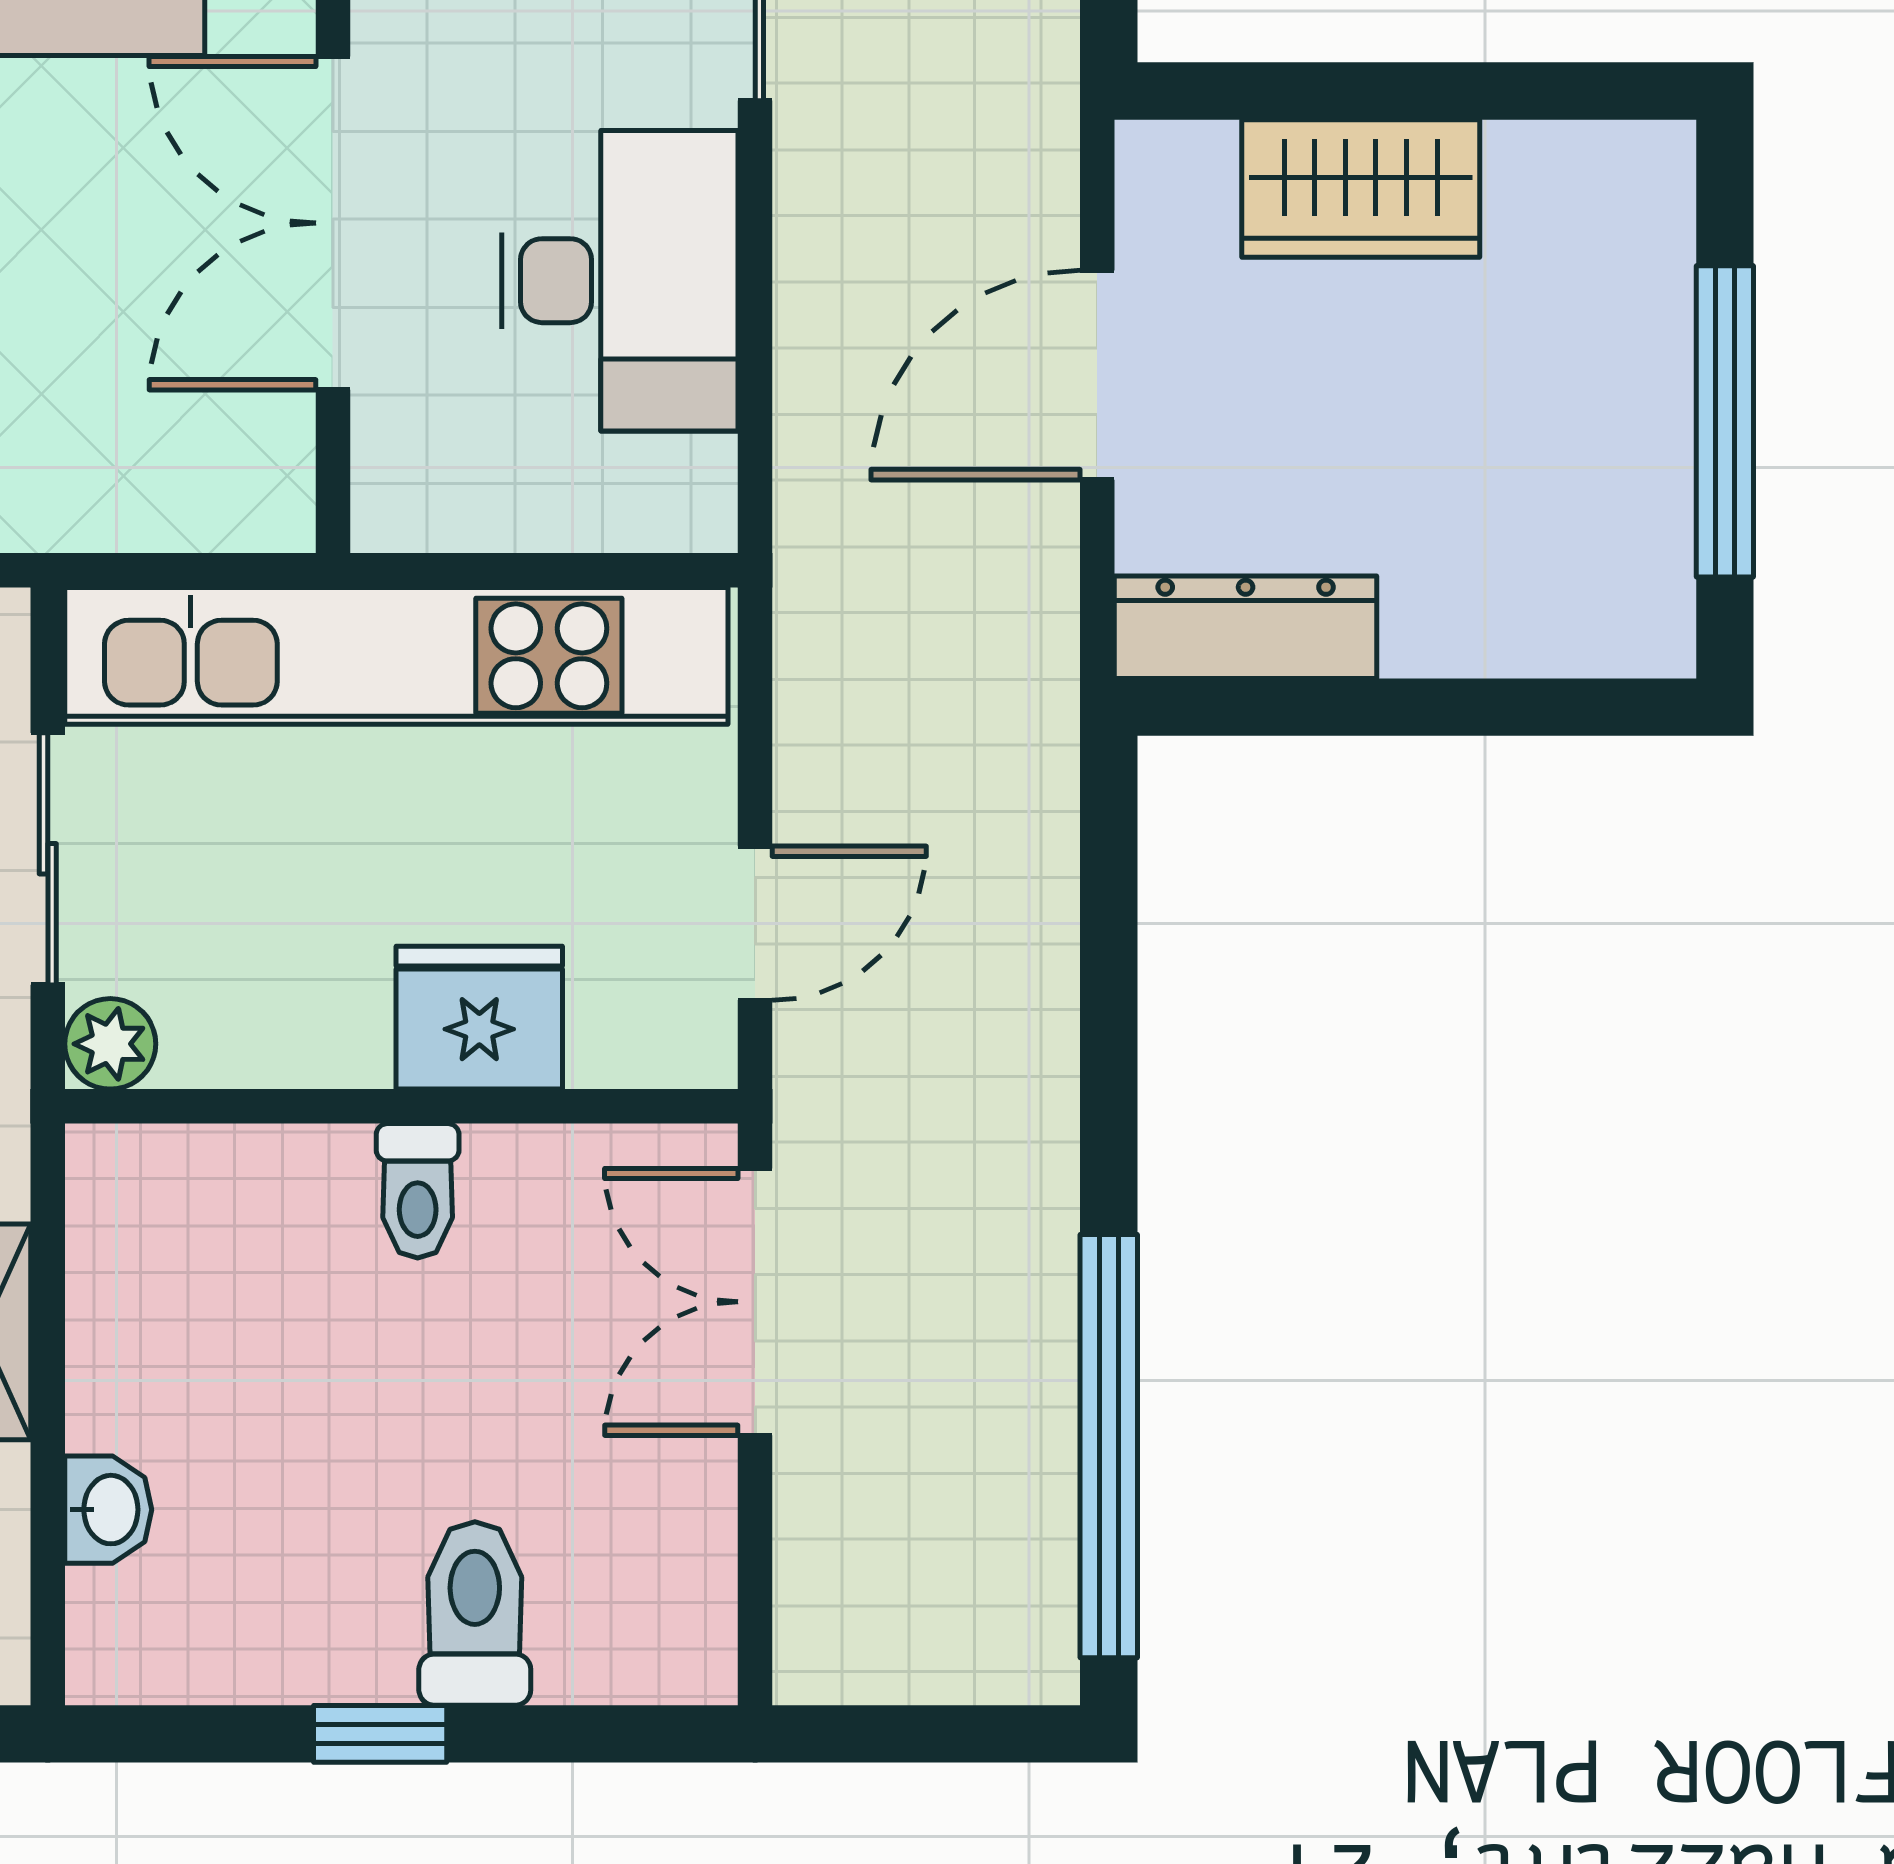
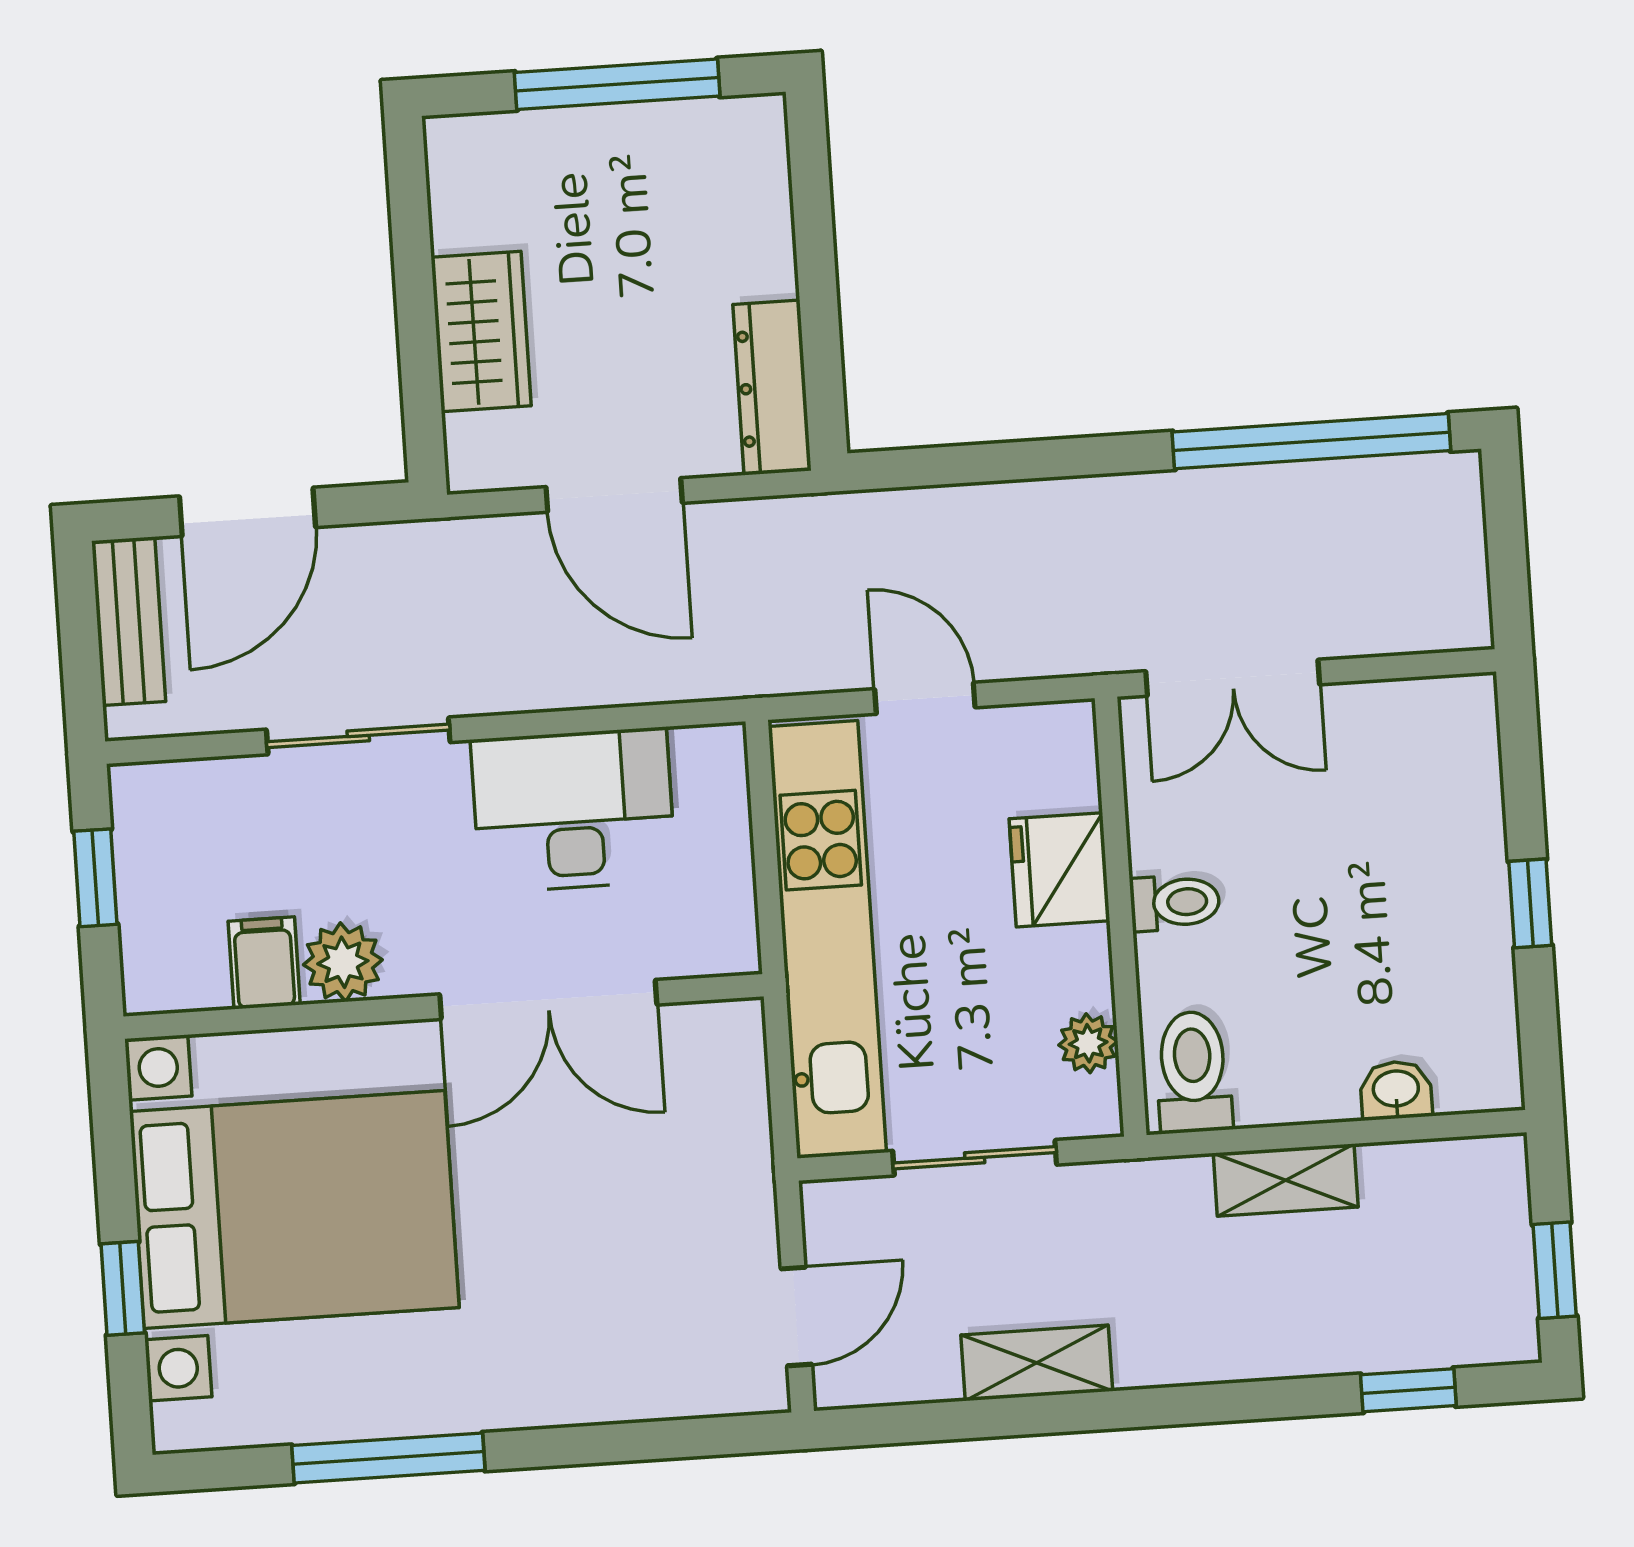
door: (755, 923) -> (925, 698), moved
plant: (110, 1044) -> (1088, 1043), moved
toilet: (475, 1614) -> (1193, 1072), moved, turned 90

